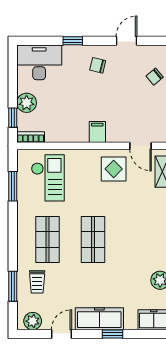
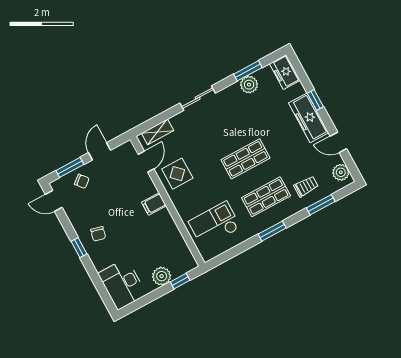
window: (73, 41) -> (79, 248), moved
door: (127, 41) -> (54, 201), moved
bookcase: (31, 137) -> (188, 257), removed
window: (13, 186) -> (272, 231), moved

